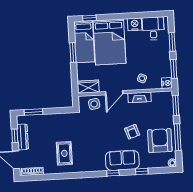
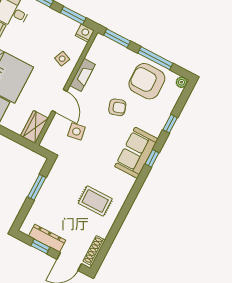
side table: (94, 104) -> (76, 131), moved
window: (33, 112) -> (37, 187), moved
sofa: (122, 160) -> (136, 153), moved

